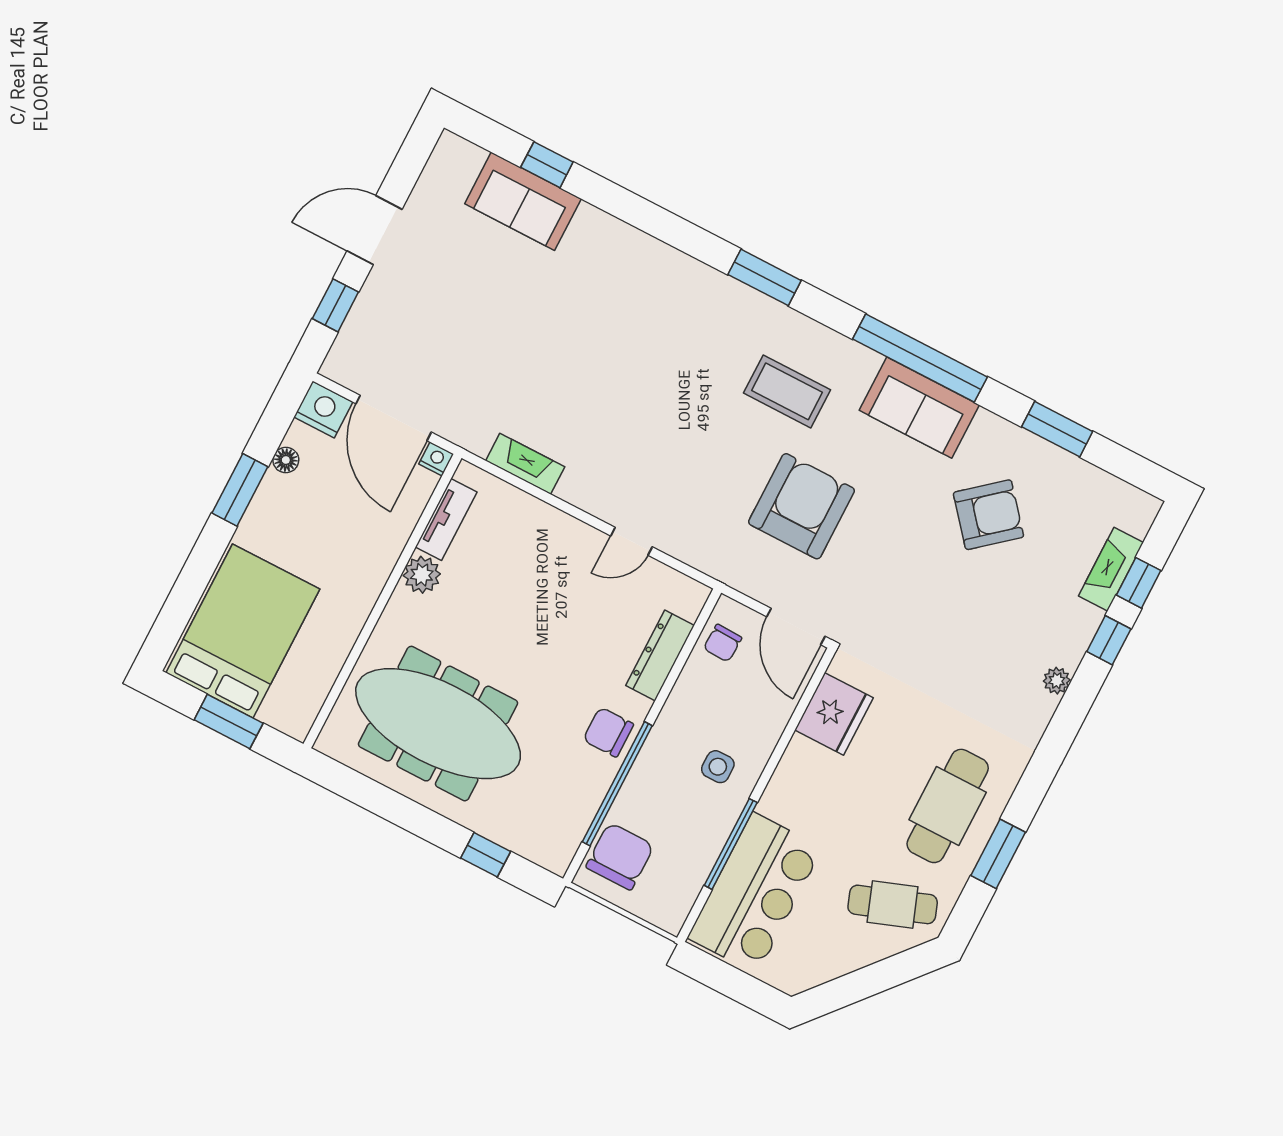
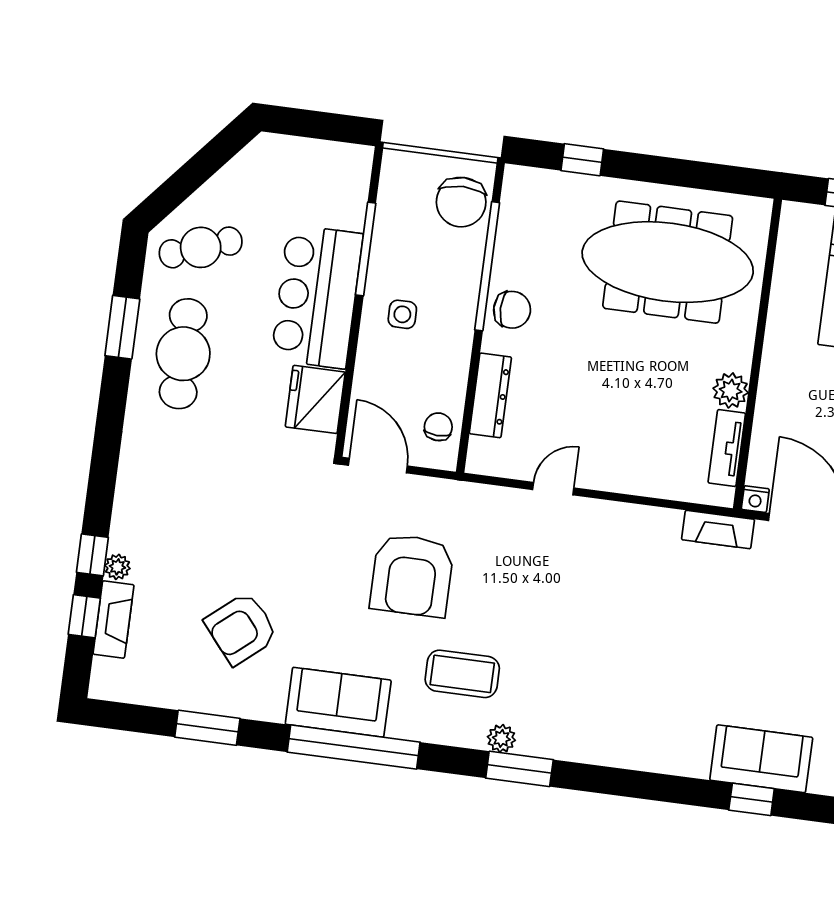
plant: (772, 314) -> (501, 738), added
fireplace: (525, 464) -> (718, 530), moved
plant: (1057, 681) -> (117, 567), moved
bar counter: (755, 893) -> (317, 297), moved

